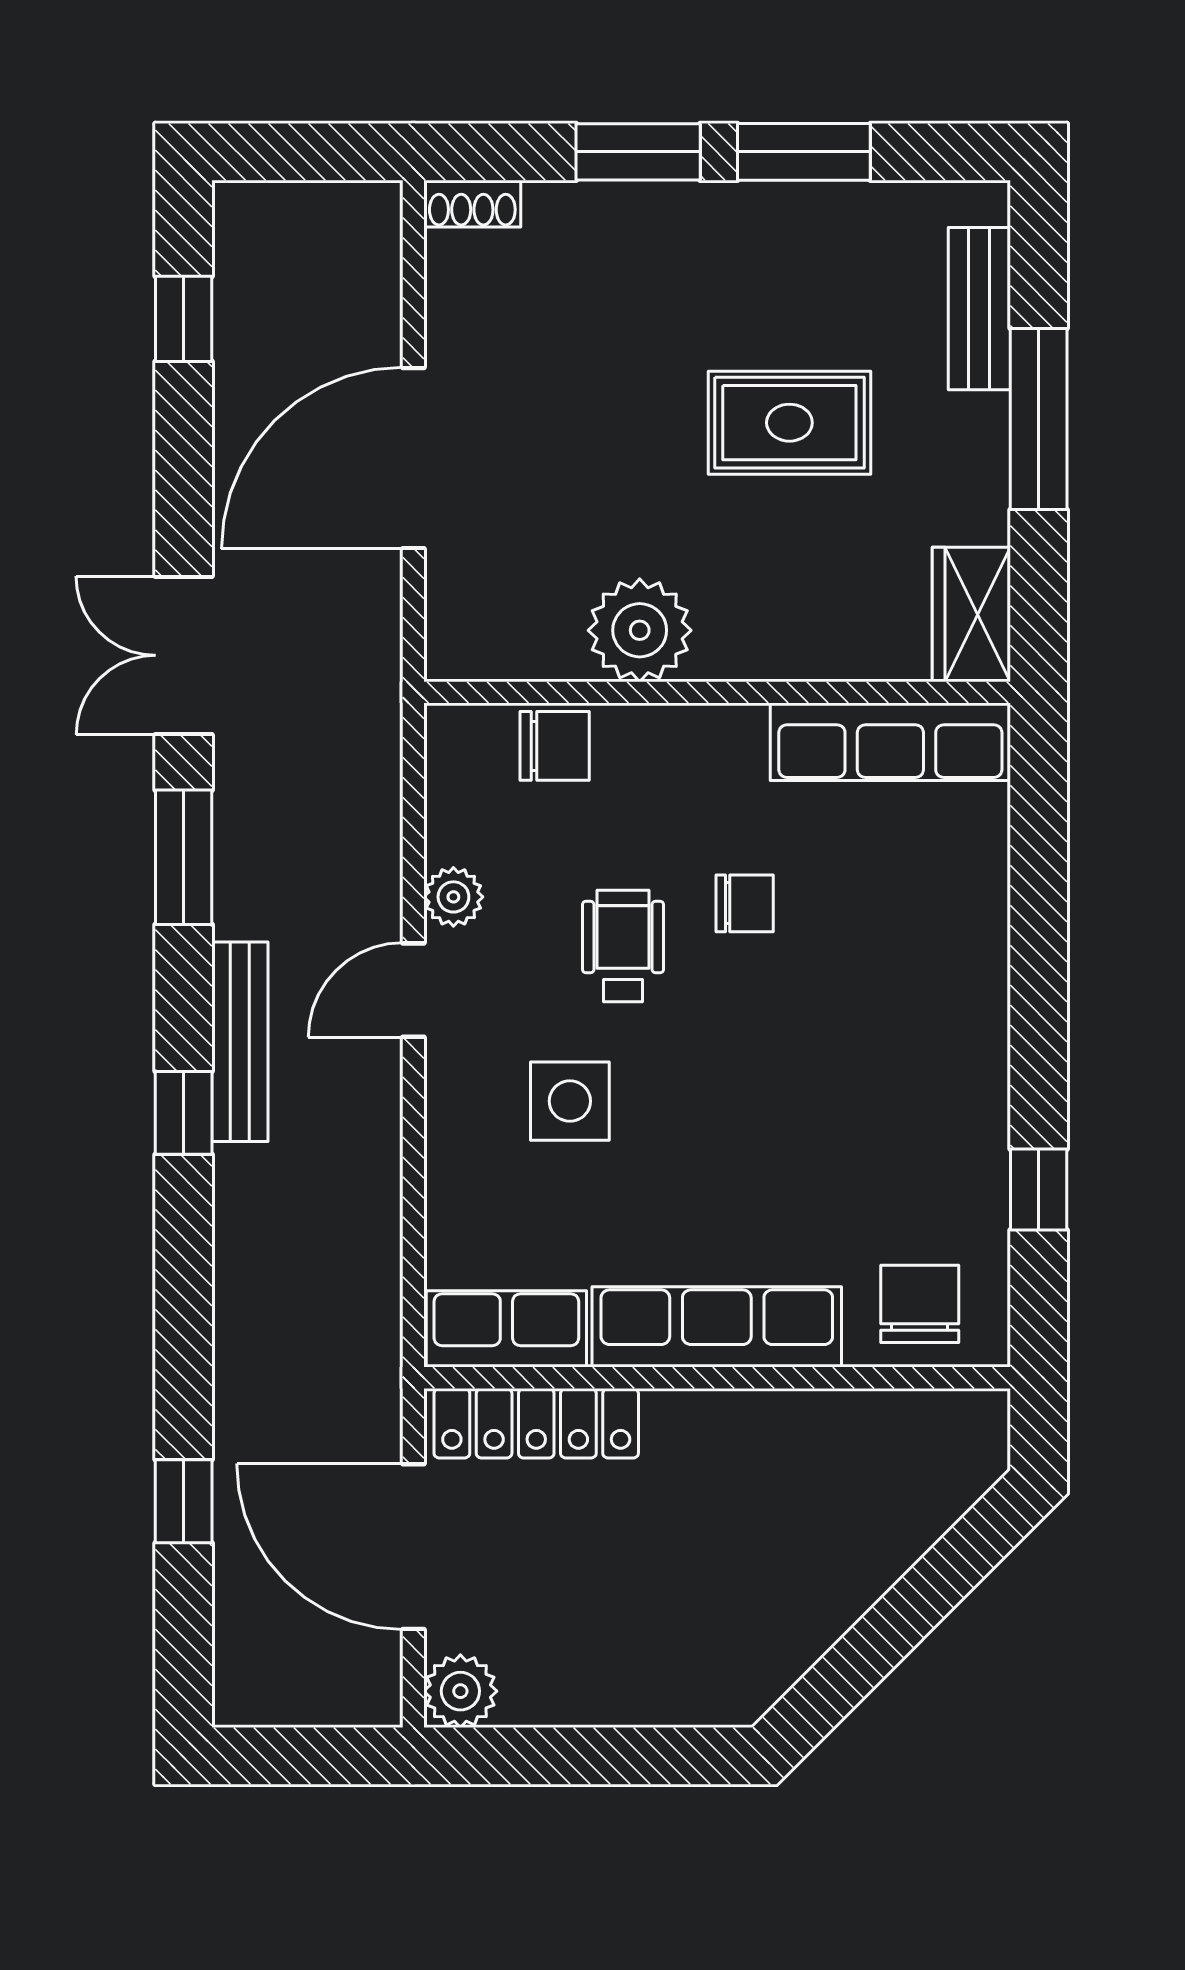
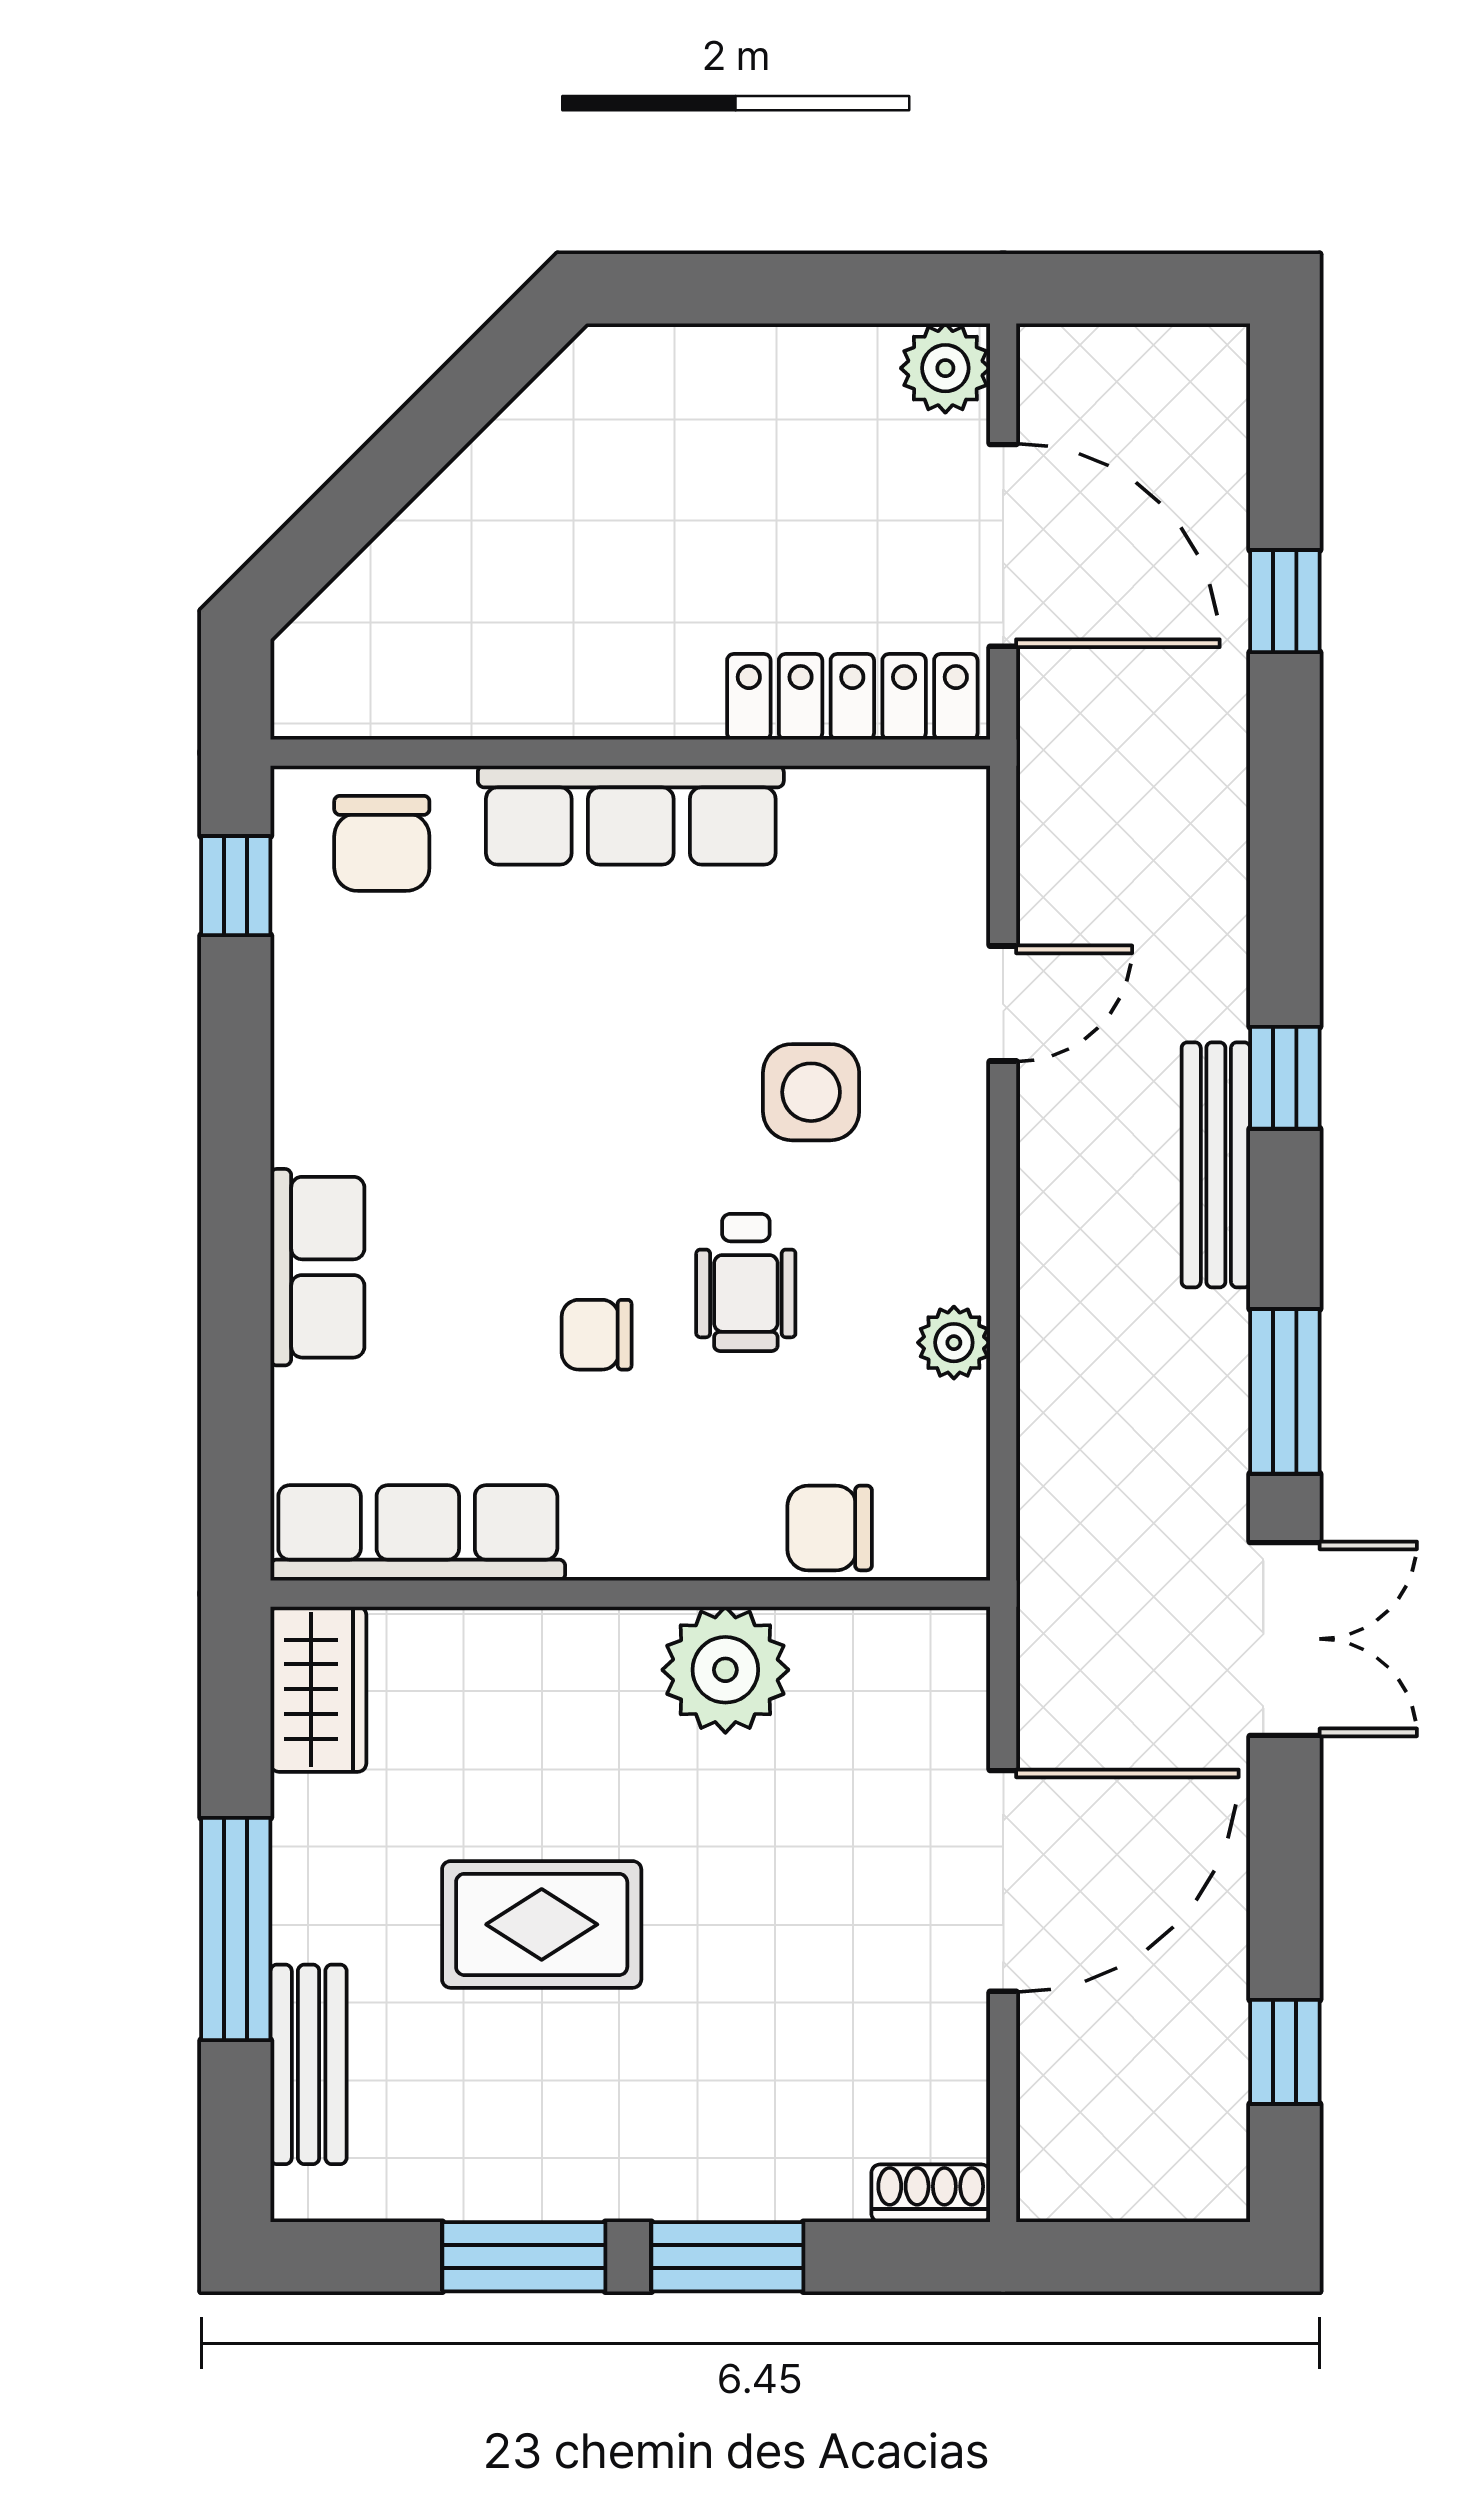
door: (413, 990) -> (1003, 1004), moved
window: (1039, 1190) -> (236, 886), moved
row of seats: (506, 1329) -> (317, 1267), moved, turned -90

